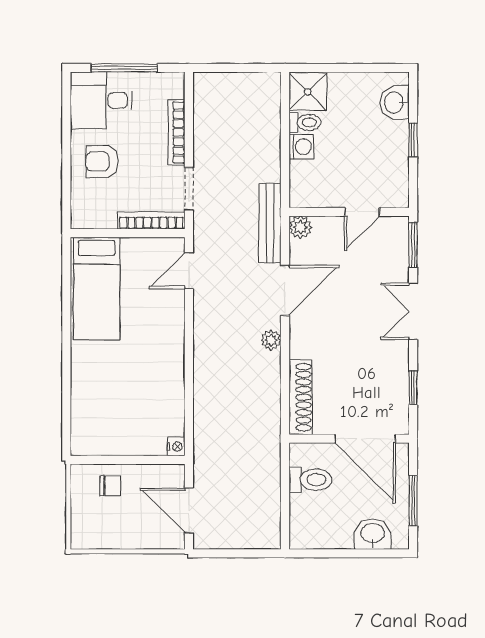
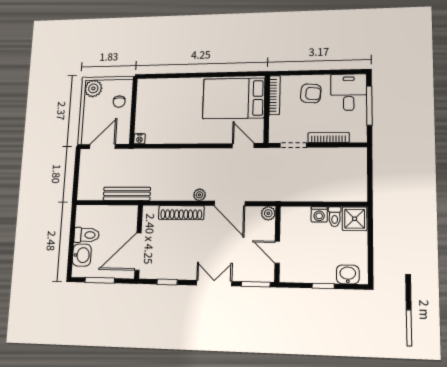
armchair: (102, 161) -> (311, 93), turned 95
bookcase: (151, 221) -> (275, 95), moved
bench: (270, 223) -> (127, 194), moved
bed: (97, 289) -> (234, 98), width x1.50
shoe rack: (301, 397) -> (181, 213), moved
toilet: (310, 480) -> (87, 235), moved, turned -90
plant: (86, 534) -> (93, 88), added

